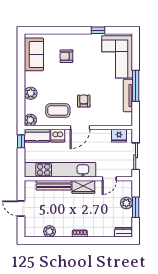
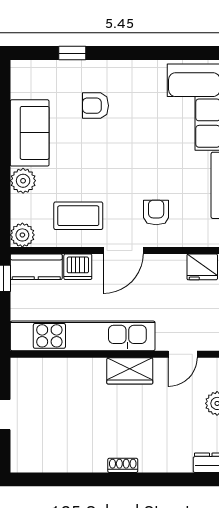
window: (98, 30) -> (72, 53), moved
sofa: (34, 54) -> (30, 133), moved
armchair: (84, 101) -> (156, 213), moved
bench: (54, 185) -> (70, 367), removed
plant: (50, 231) -> (61, 461), removed

